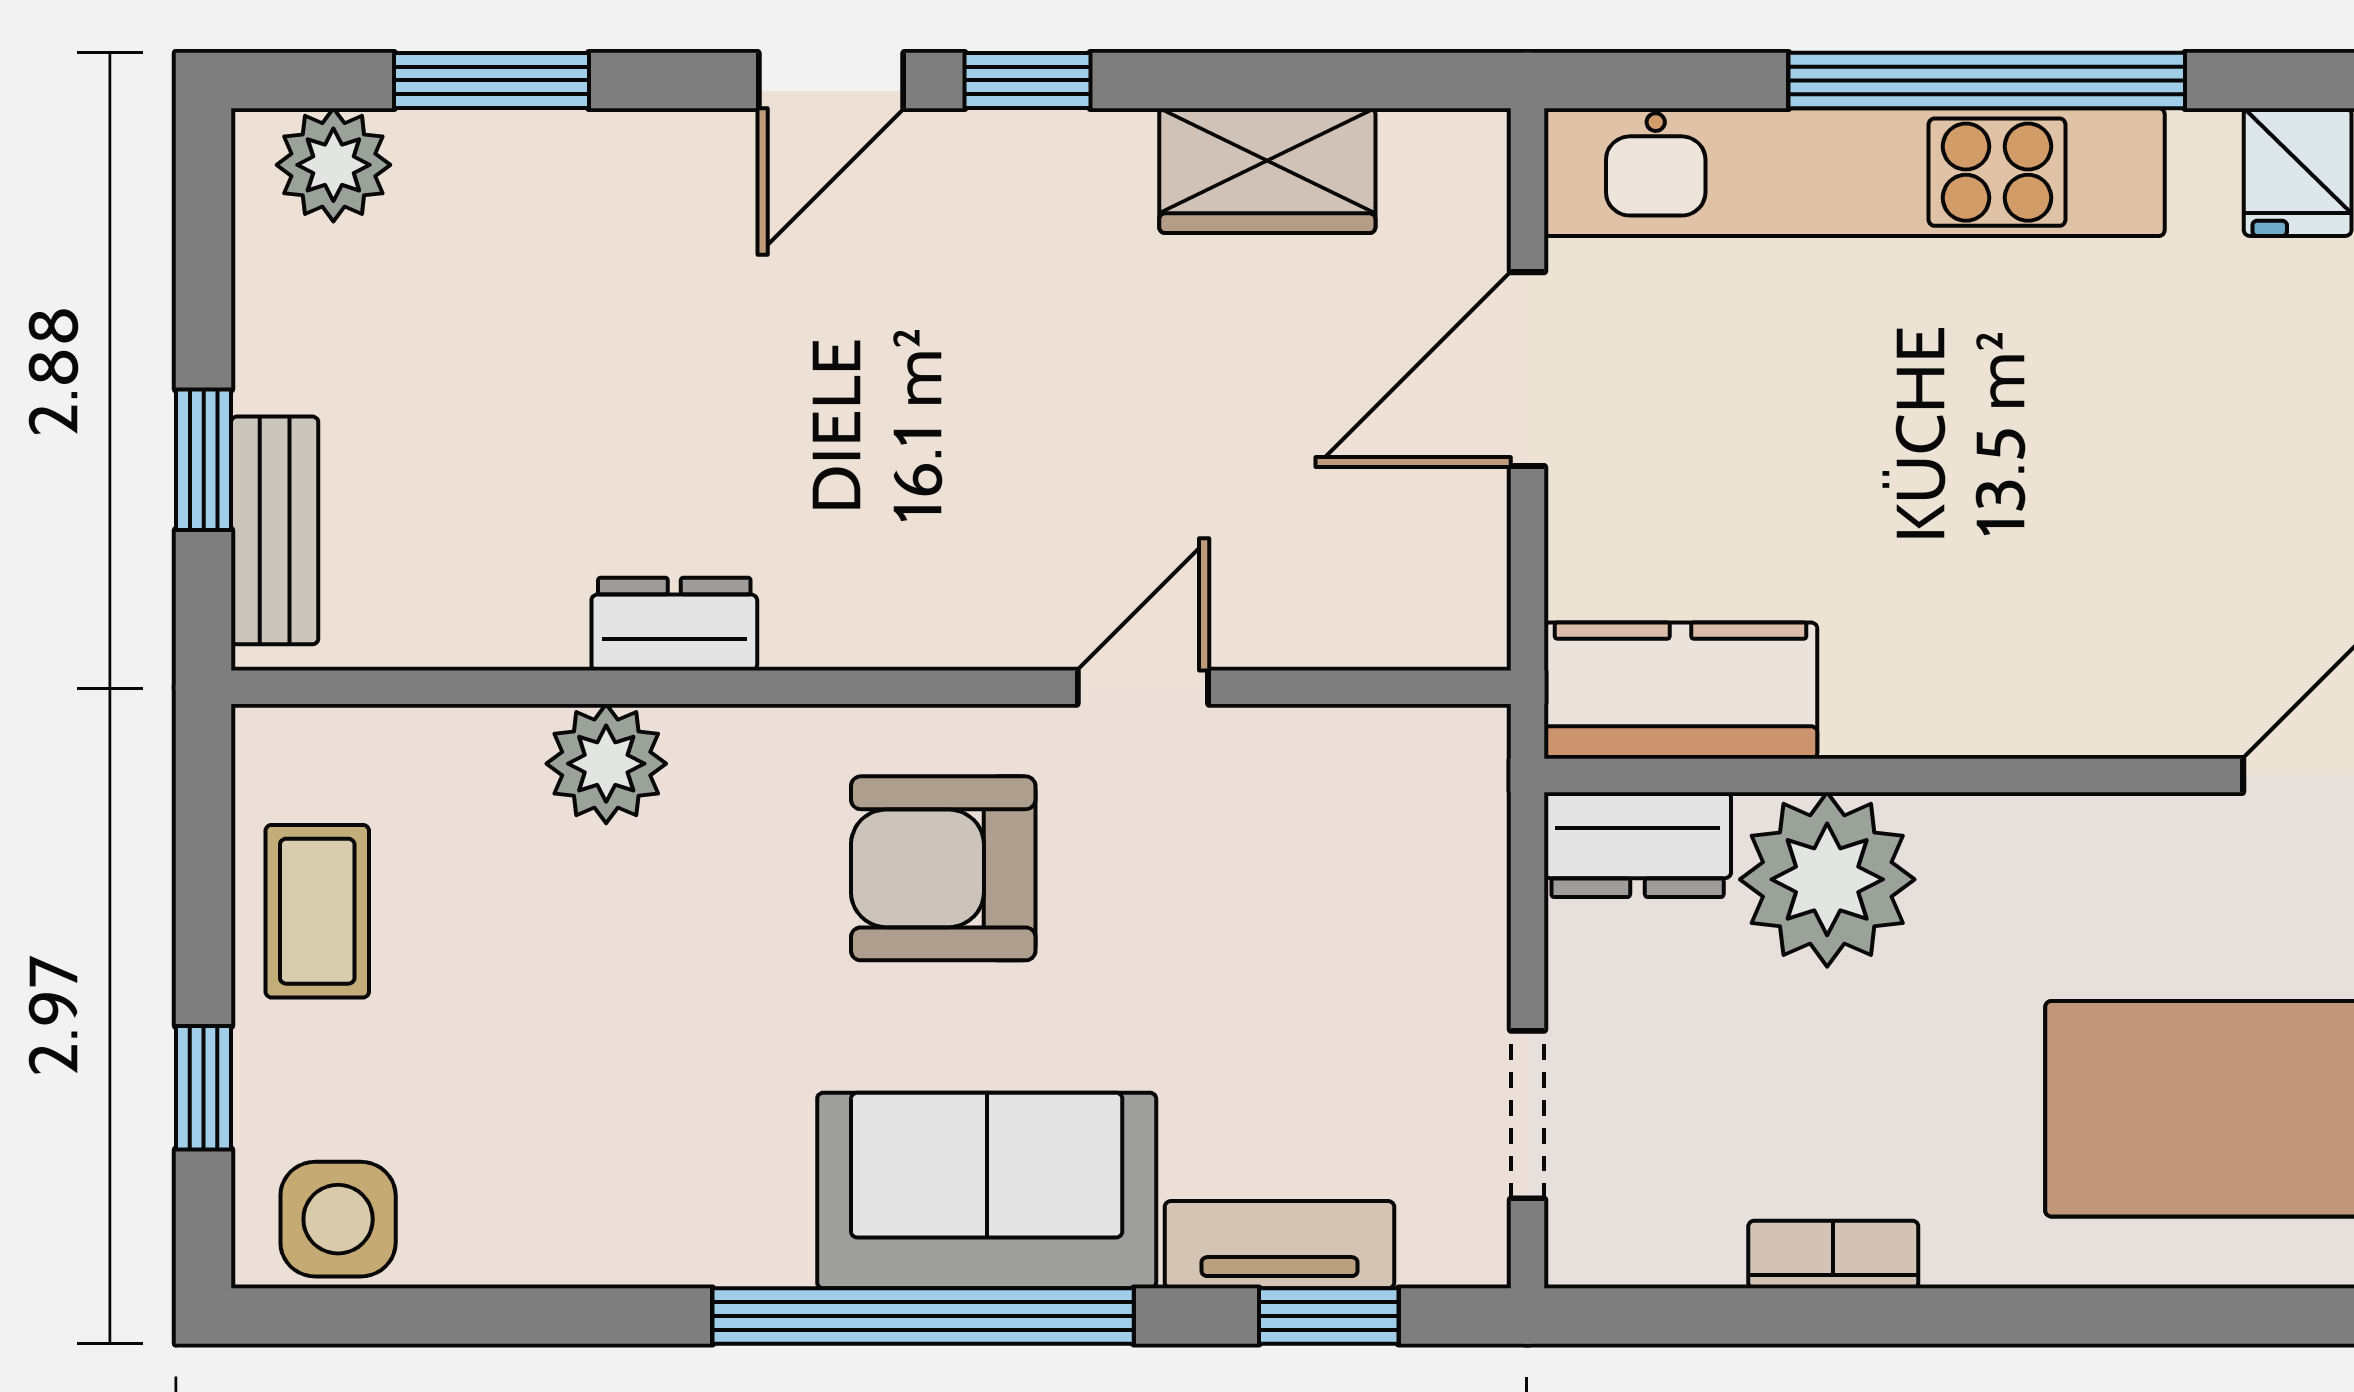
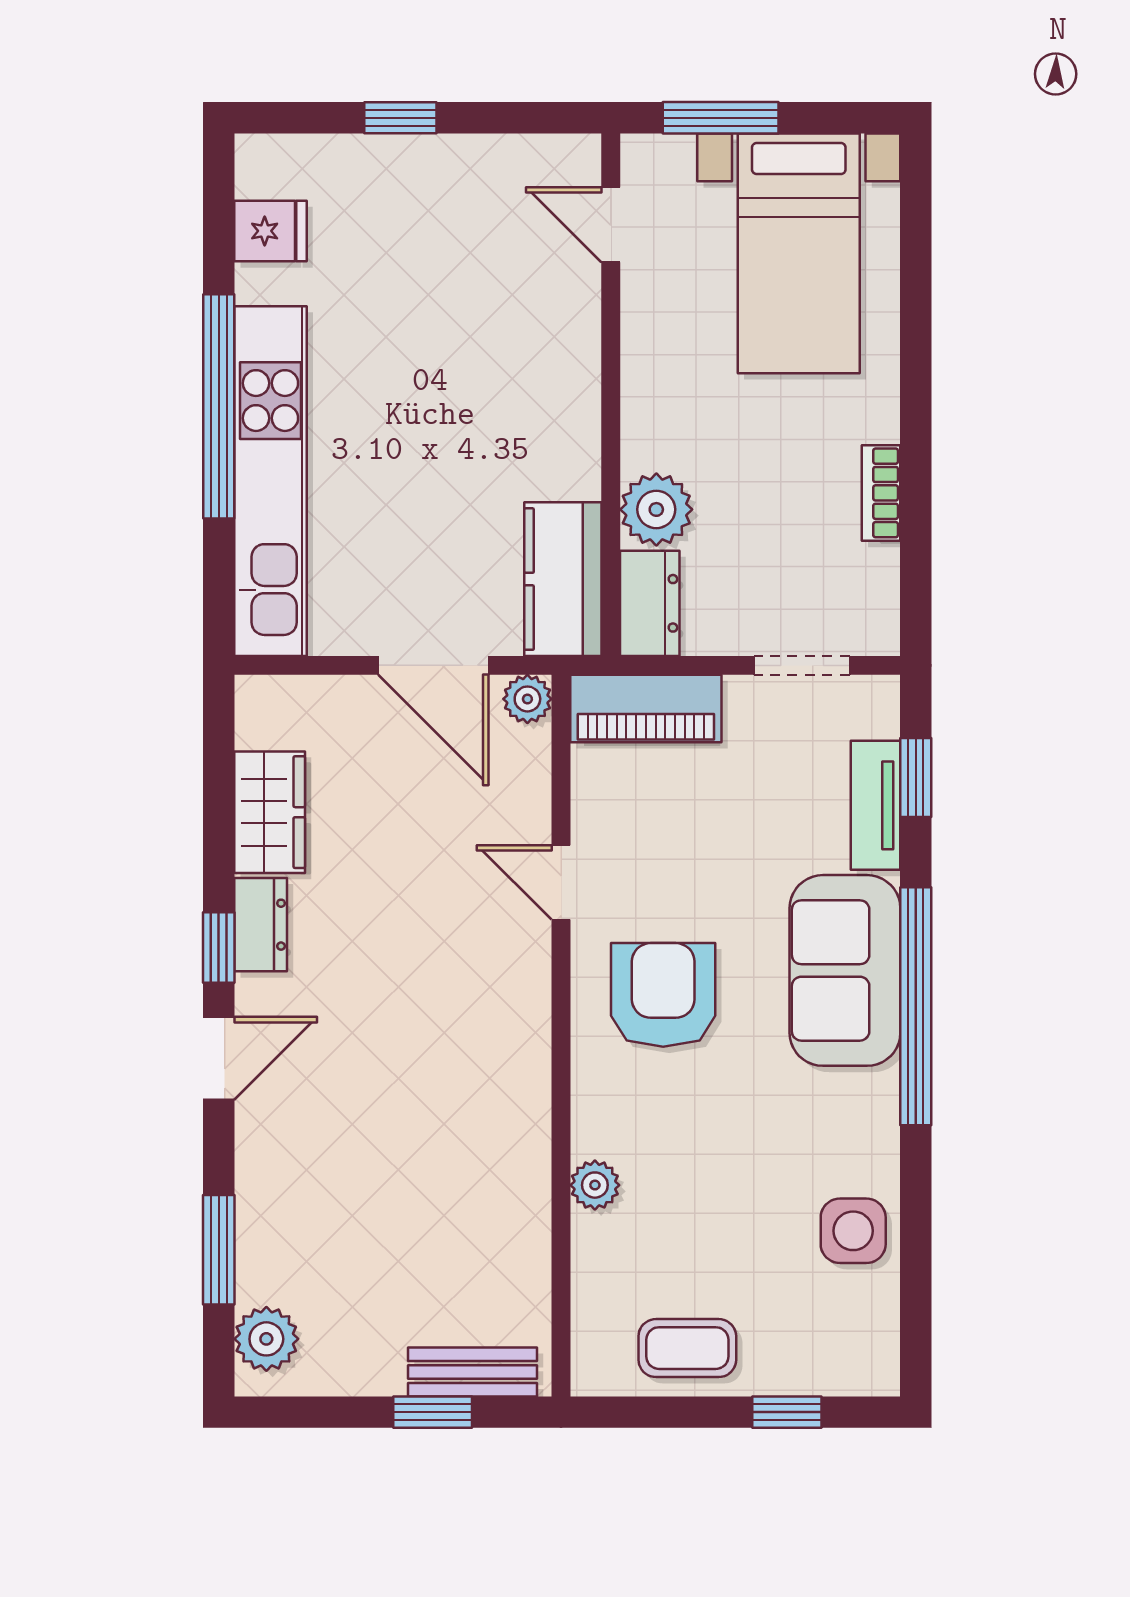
door: (831, 80) -> (219, 1058), hinge flipped
door: (1527, 369) -> (433, 665), moved
dresser: (674, 624) -> (261, 925), moved, turned 180
plant: (1468, 628) -> (527, 699), added
plant: (606, 764) -> (595, 1185), width x0.73, depth x0.73
piano: (1451, 838) -> (646, 708), added
armchair: (943, 868) -> (663, 995), turned 180
plant: (1827, 879) -> (656, 509), width x0.73, depth x0.73
side table: (338, 1219) -> (853, 1231), moved

